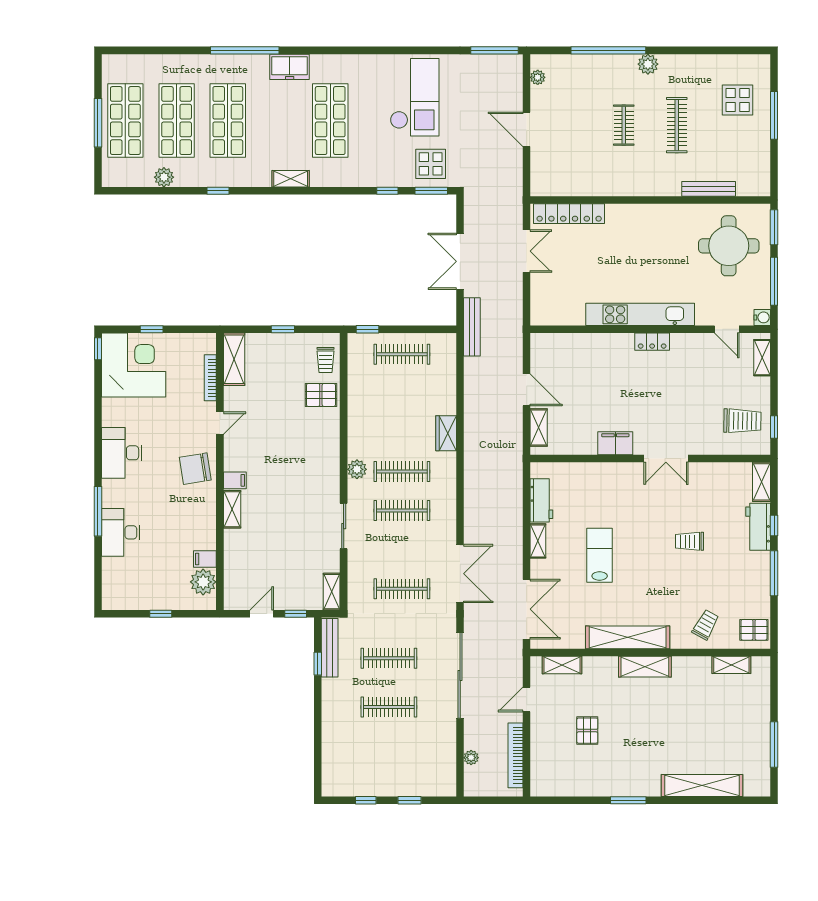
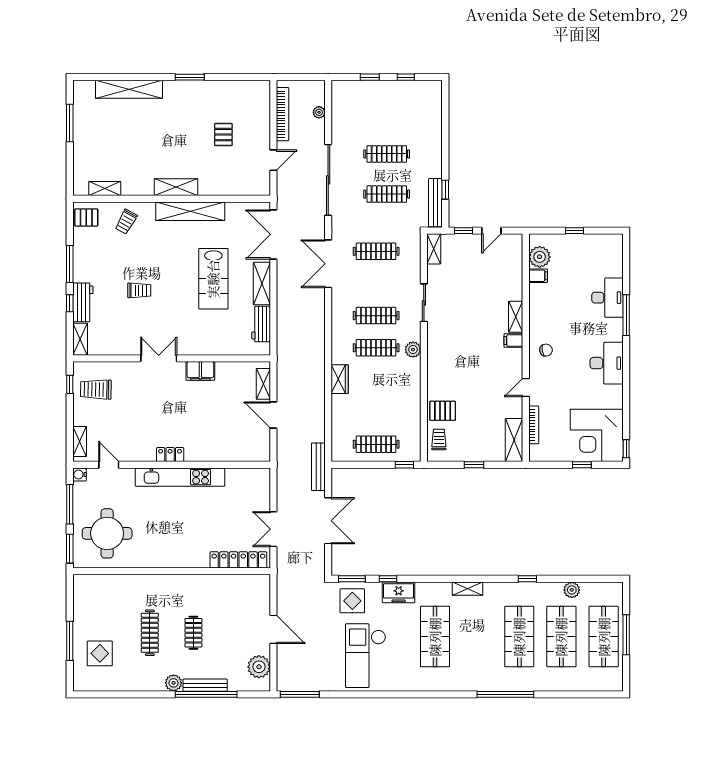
freezer: (290, 67) -> (399, 592), moved, turned 180
plant: (538, 77) -> (259, 667), width x1.87, depth x1.87
bench: (709, 189) -> (205, 685), moved
chair: (195, 469) -> (546, 350), width x0.54, depth x0.54
shelving: (538, 541) -> (262, 283), width x1.50, depth x1.33
lab bench: (600, 555) -> (213, 279), width x1.36, depth x1.39
shelving: (562, 665) -> (244, 188), removed

